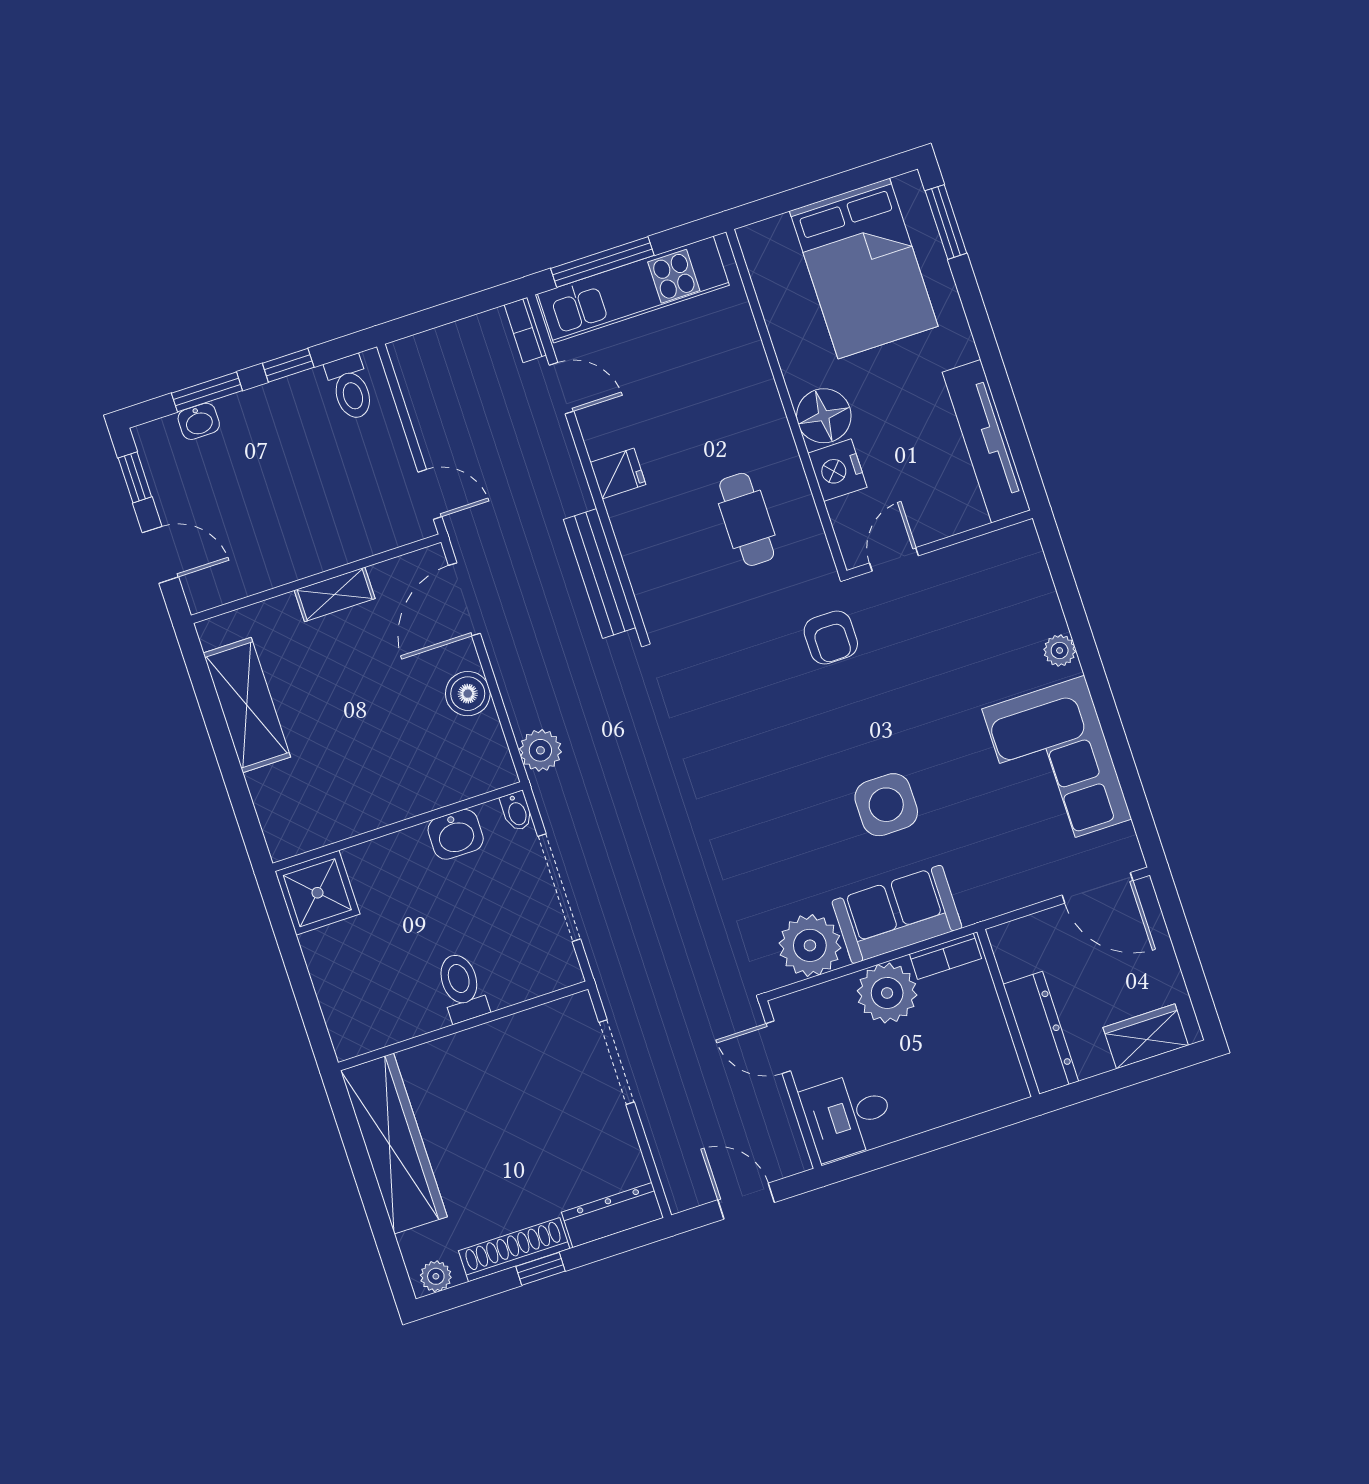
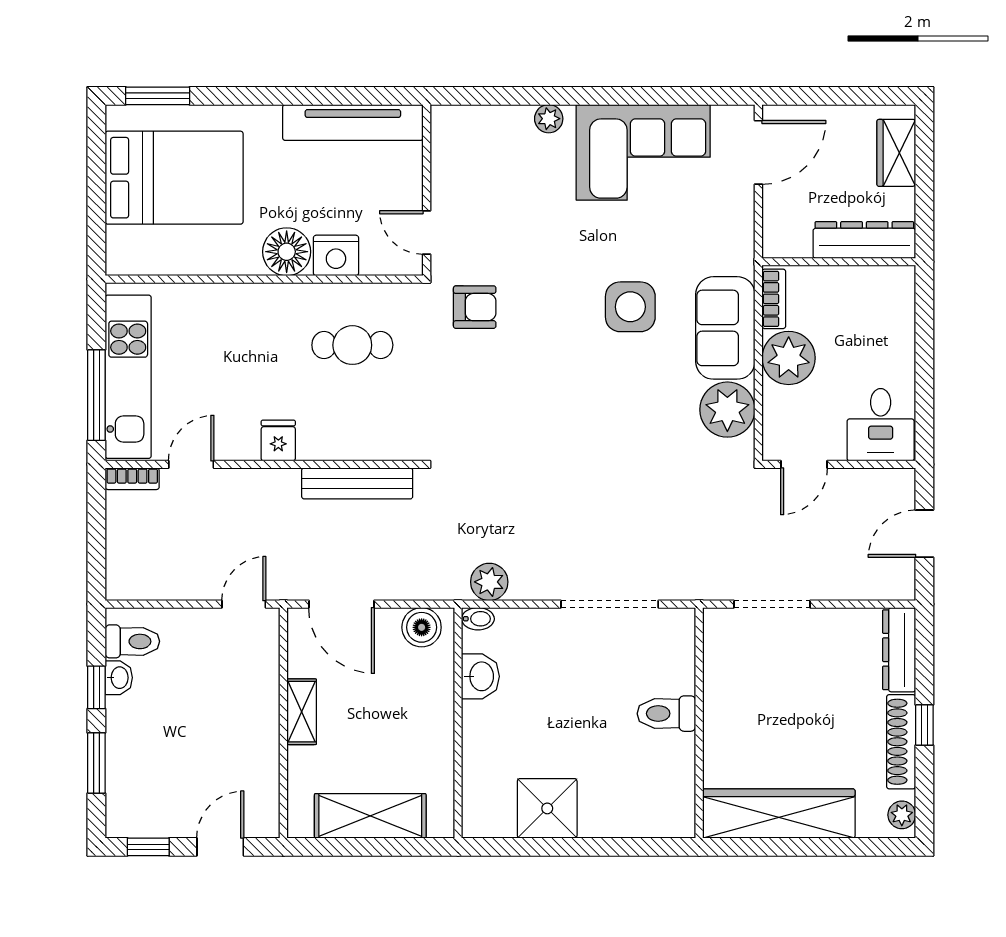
washbasin: (199, 421) -> (119, 678), moved
bidet: (517, 811) -> (478, 619), moved
wall: (398, 827) -> (458, 723), moved
washbasin: (456, 834) -> (480, 676), moved

